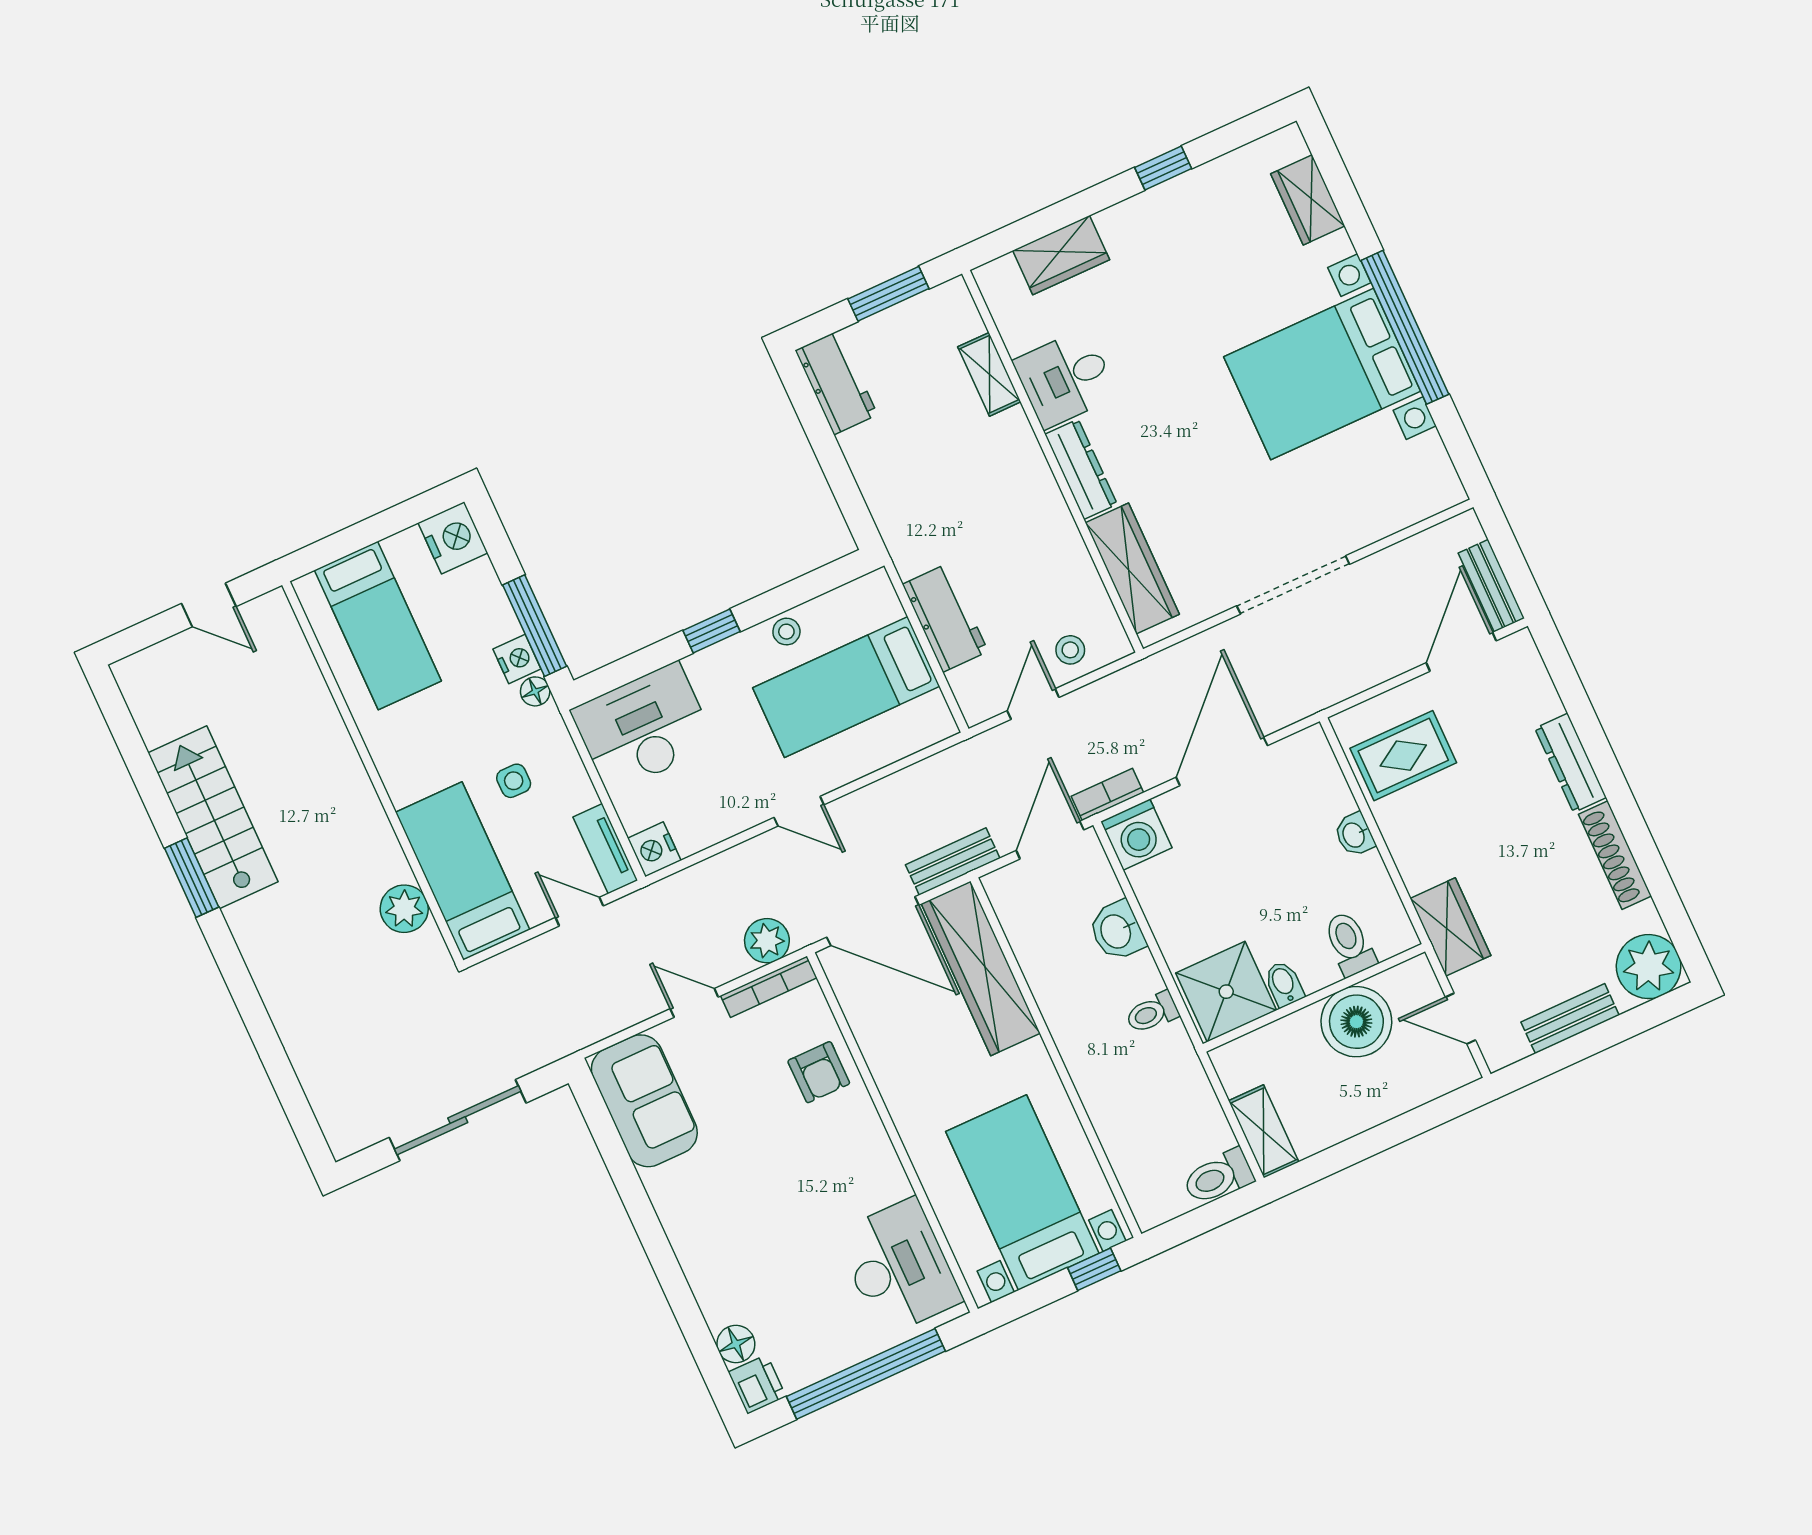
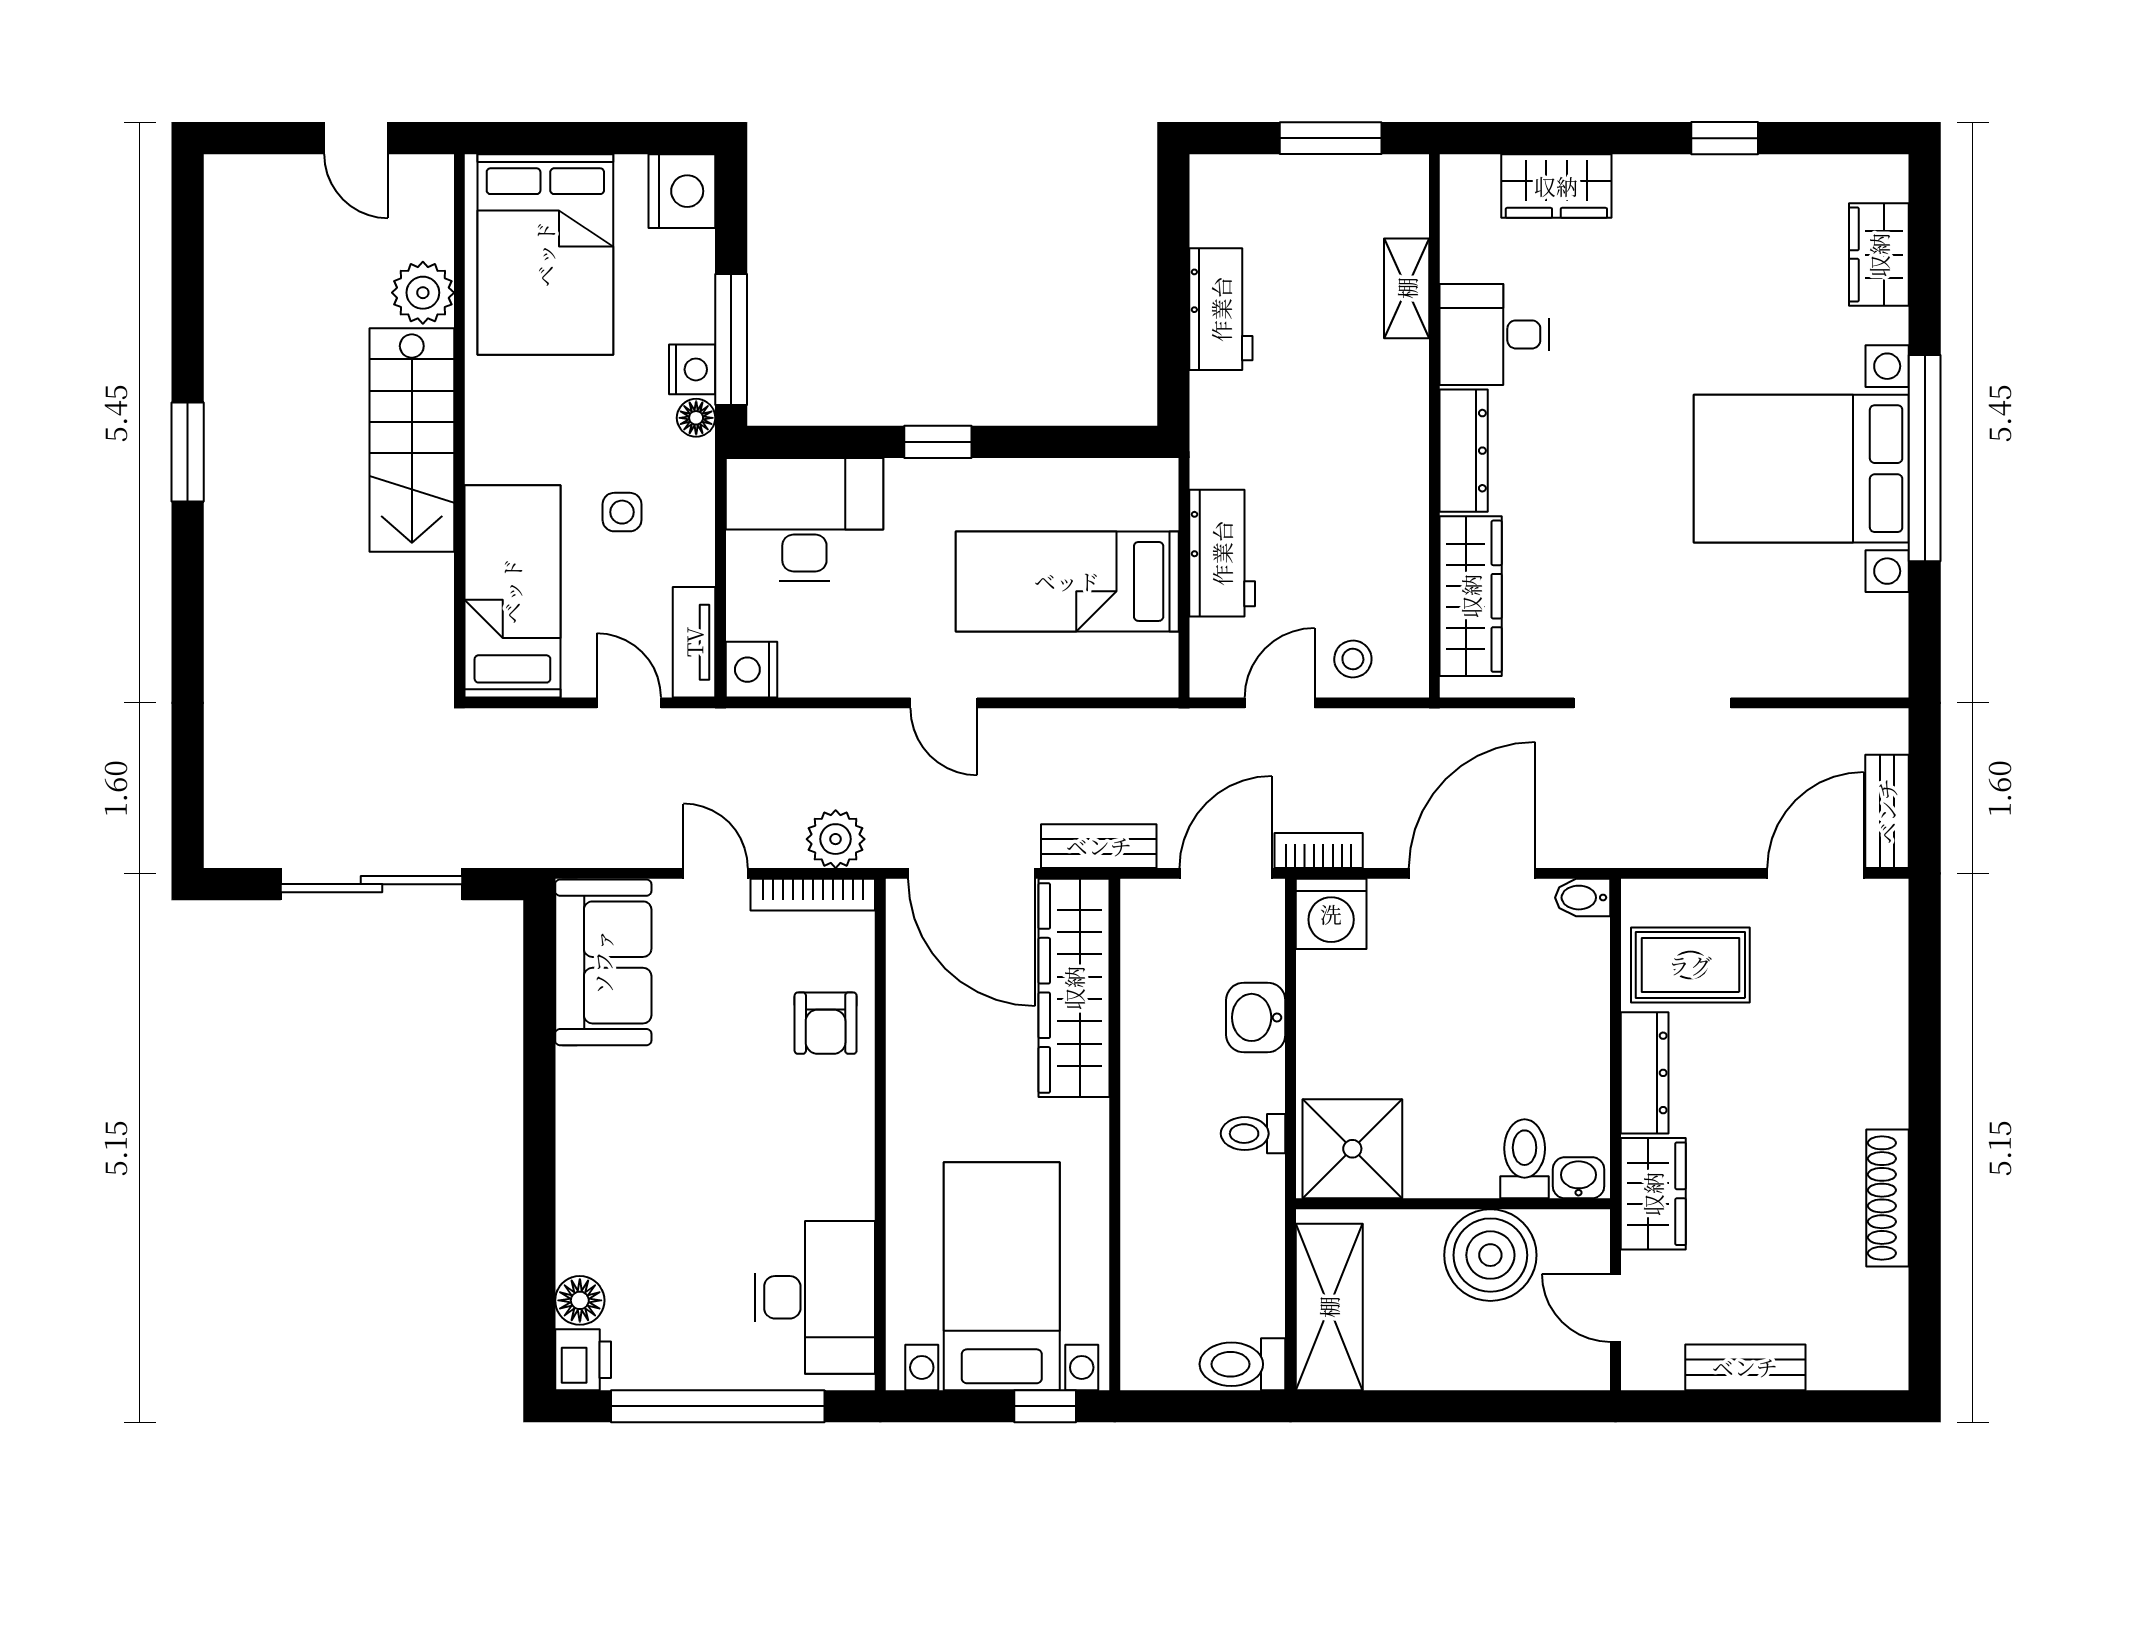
workbench: (836, 382) -> (1221, 309), moved
bed: (378, 626) -> (545, 254), width x1.50
stool: (786, 632) -> (1026, 483), removed
dresser: (1571, 763) -> (1645, 1073), moved, turned 180
stairs: (213, 817) -> (412, 440), moved, turned 180
washbasin: (1354, 835) -> (1578, 1178), moved, turned 90
plant: (404, 909) -> (423, 293), moved
plant: (1649, 967) -> (1867, 1348), removed
bidet: (1284, 984) -> (1583, 898), moved, turned -90
shelving: (1264, 1131) -> (1329, 1307), width x1.50, depth x1.33

